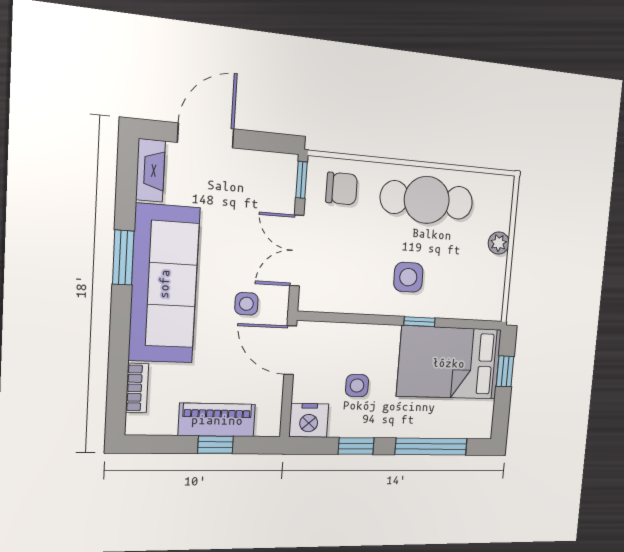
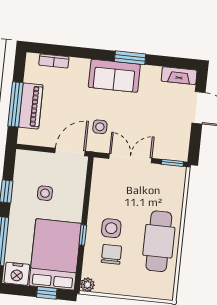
chair: (342, 189) -> (111, 254), moved, turned 180
plant: (499, 243) -> (87, 285), moved
sofa: (164, 284) -> (114, 76), width x0.54, depth x0.79
nightstand: (309, 420) -> (17, 274), moved, turned -90
window: (215, 445) -> (16, 104), width x2.17

